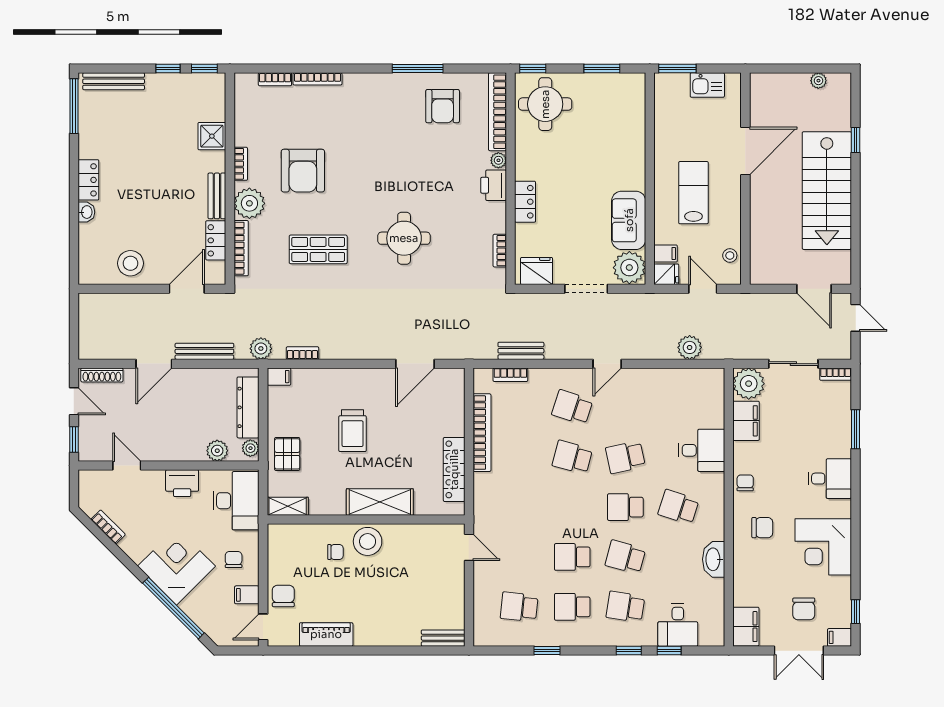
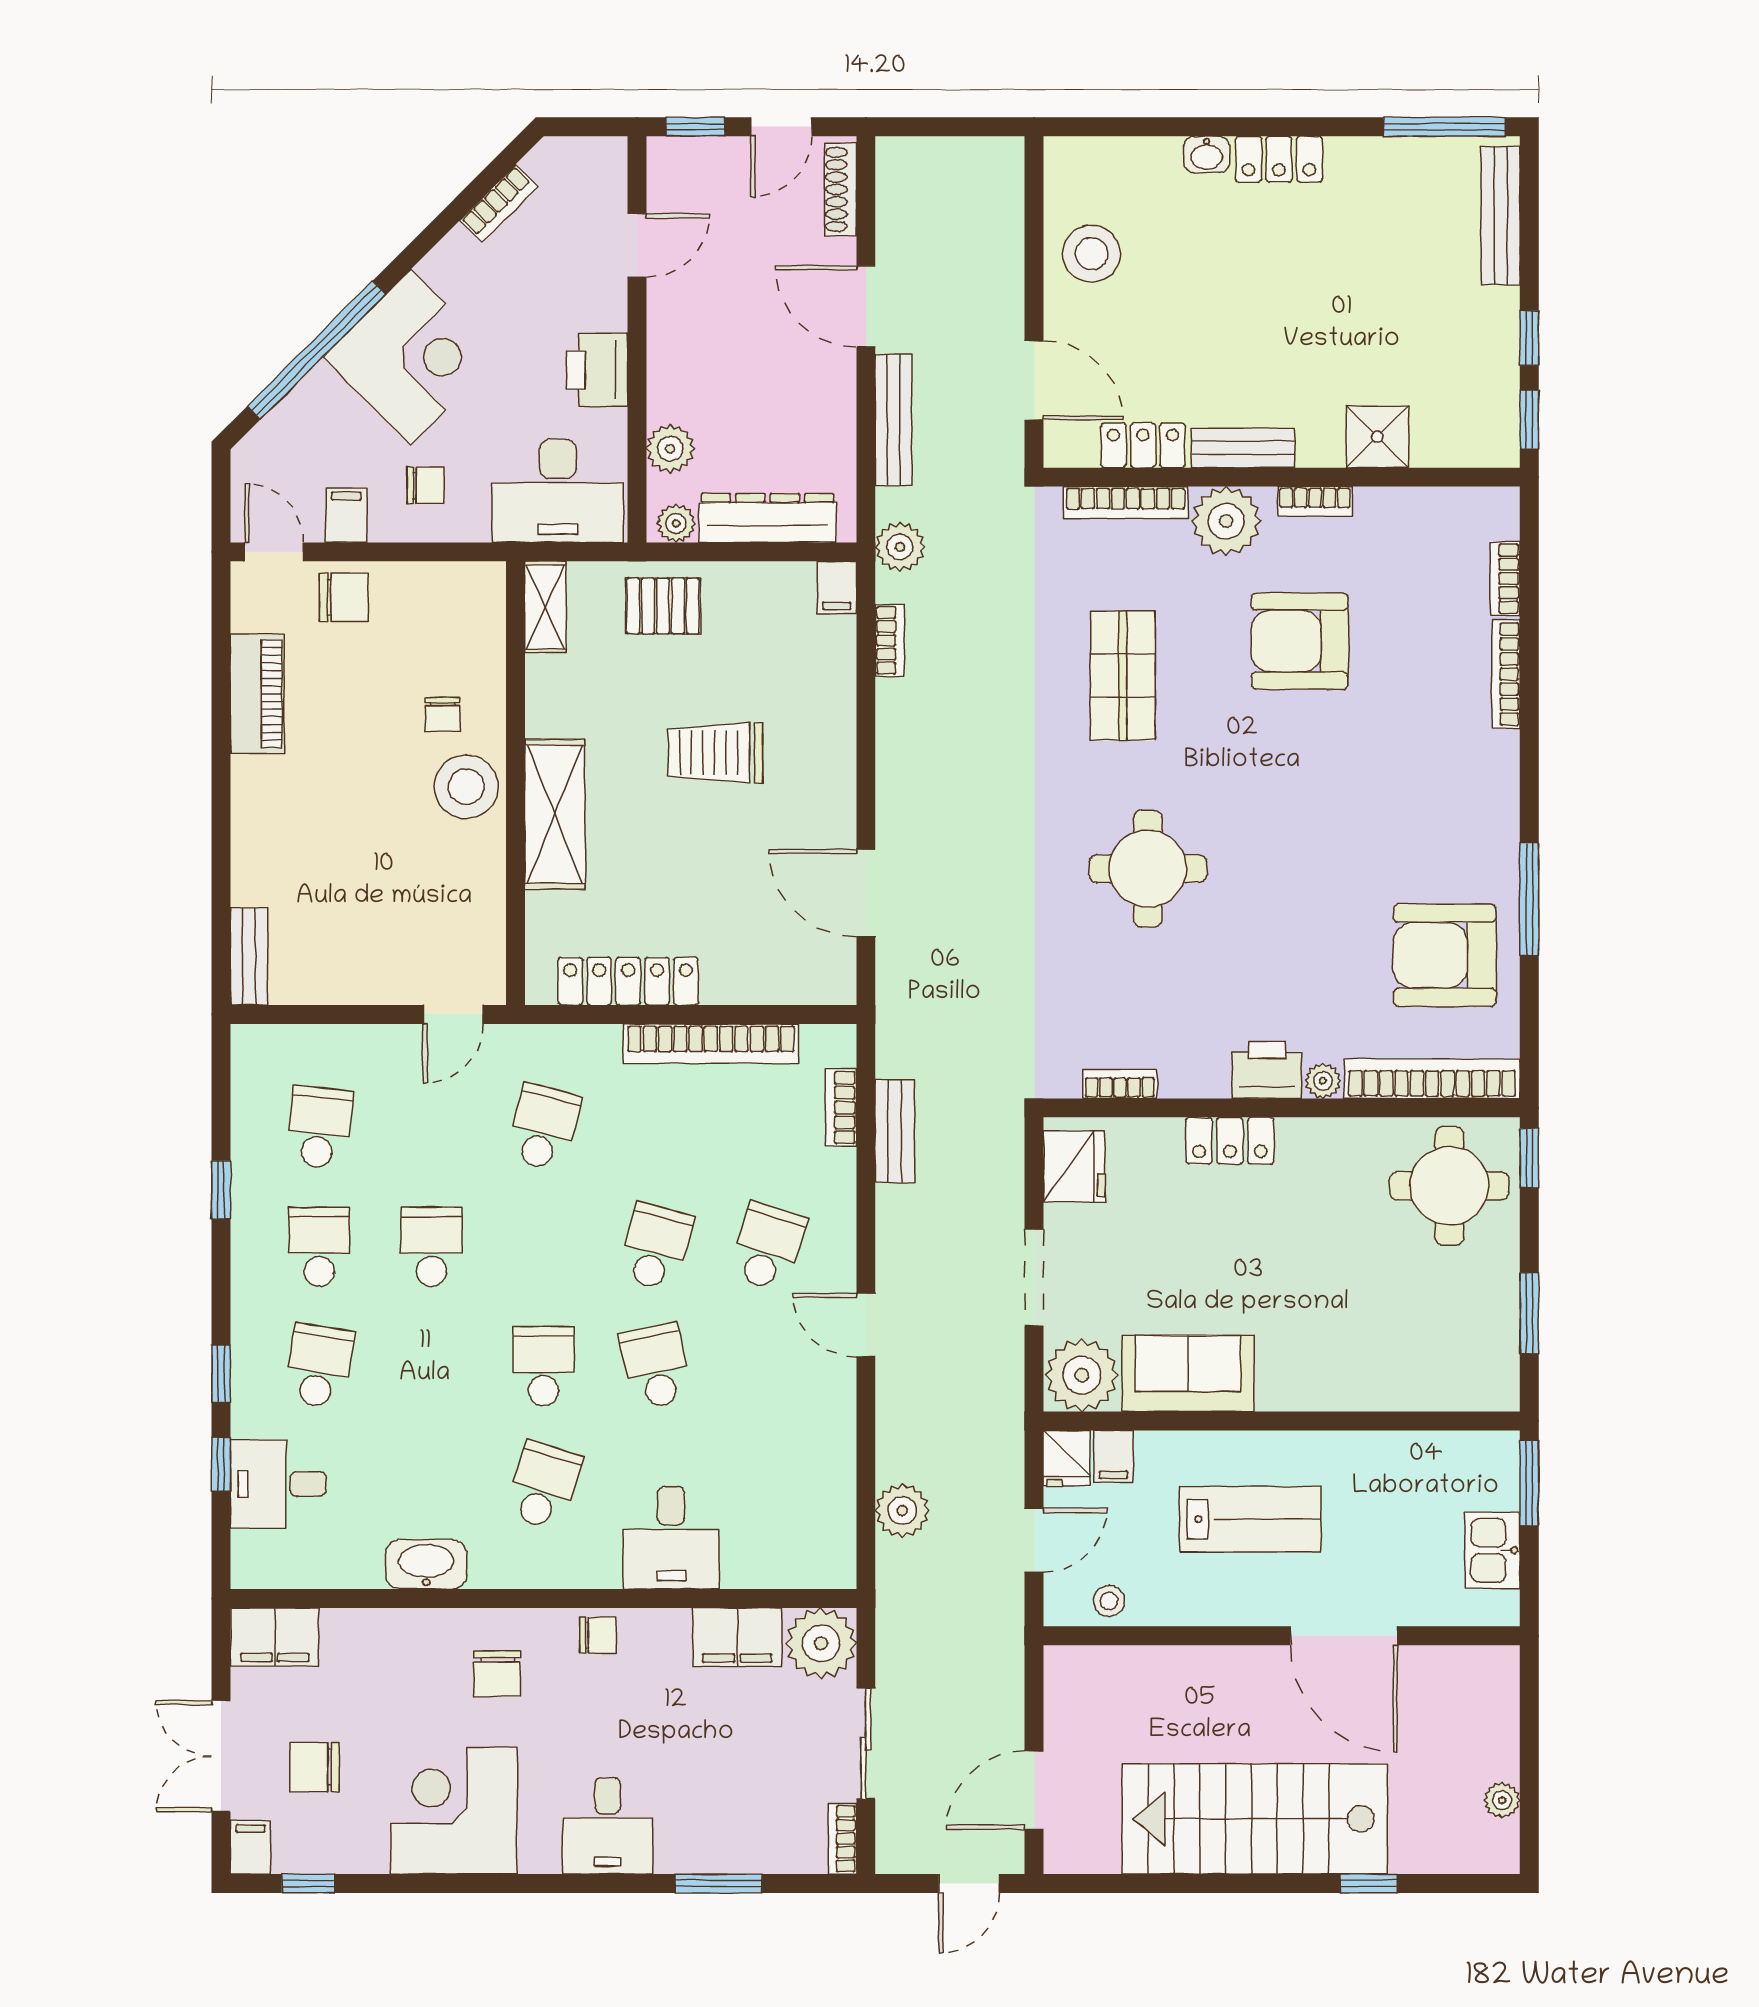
armchair: (443, 106) -> (1445, 955), width x1.36, depth x1.36
school desk: (625, 557) -> (543, 1127), moved

